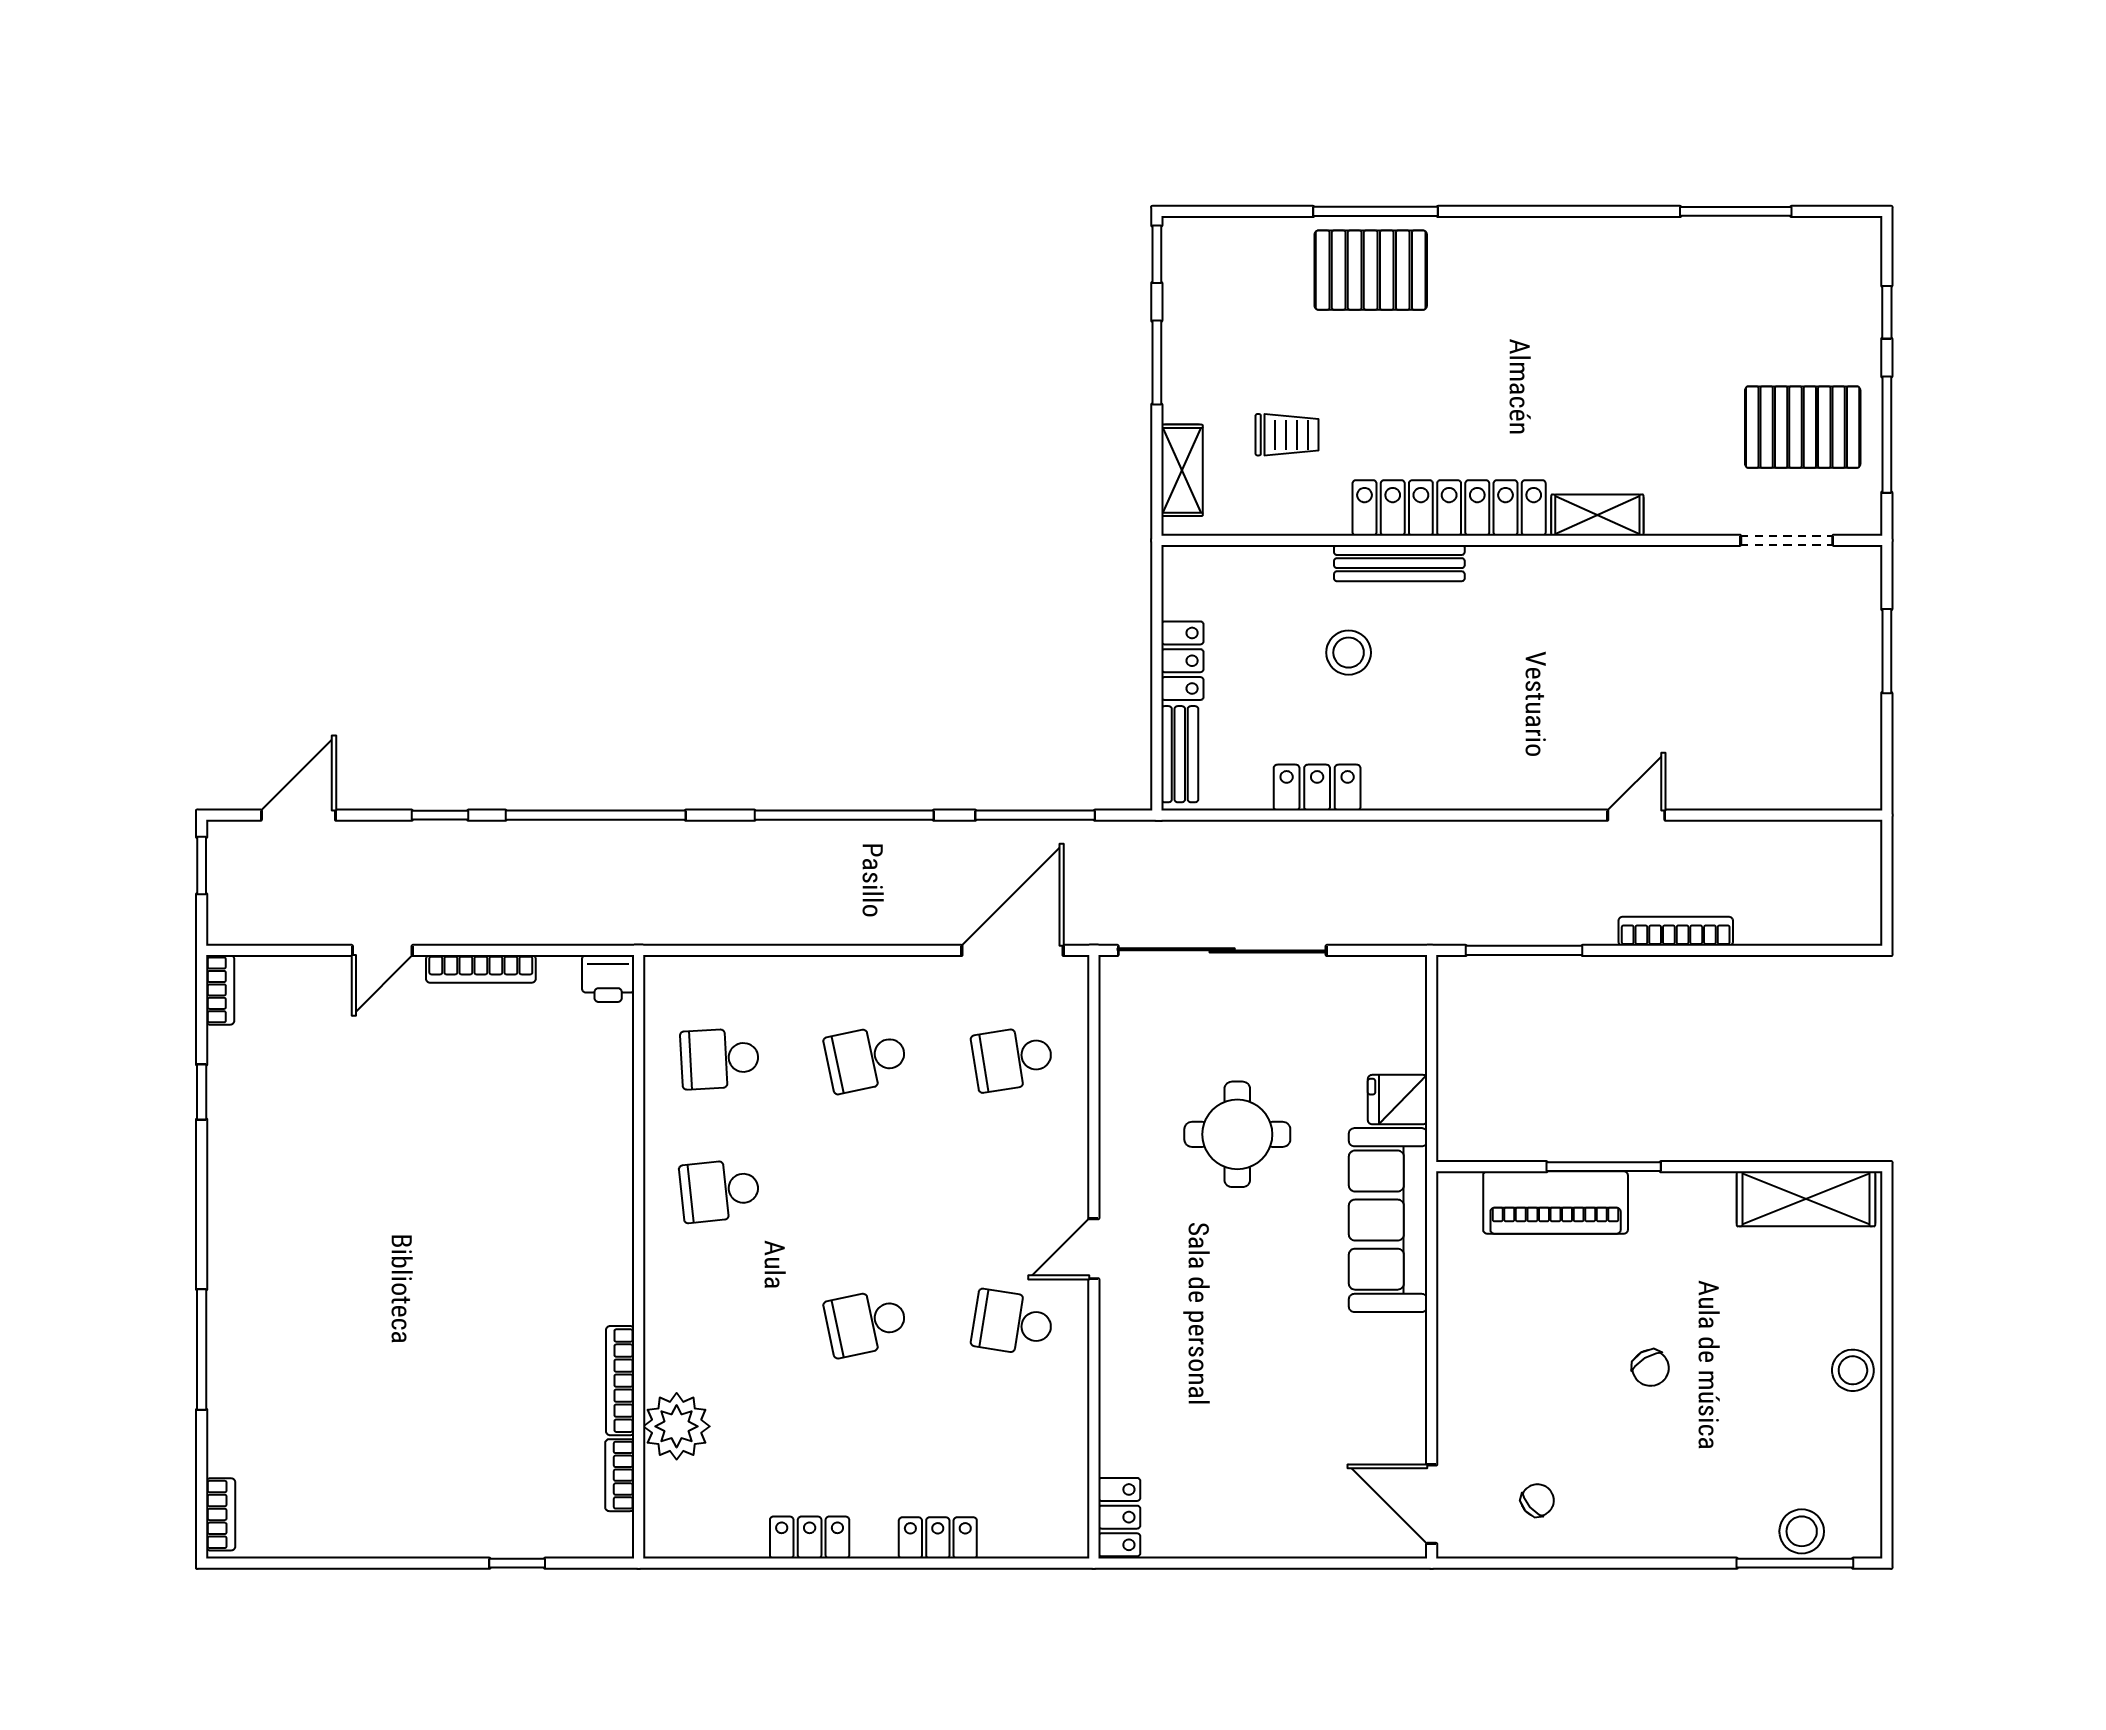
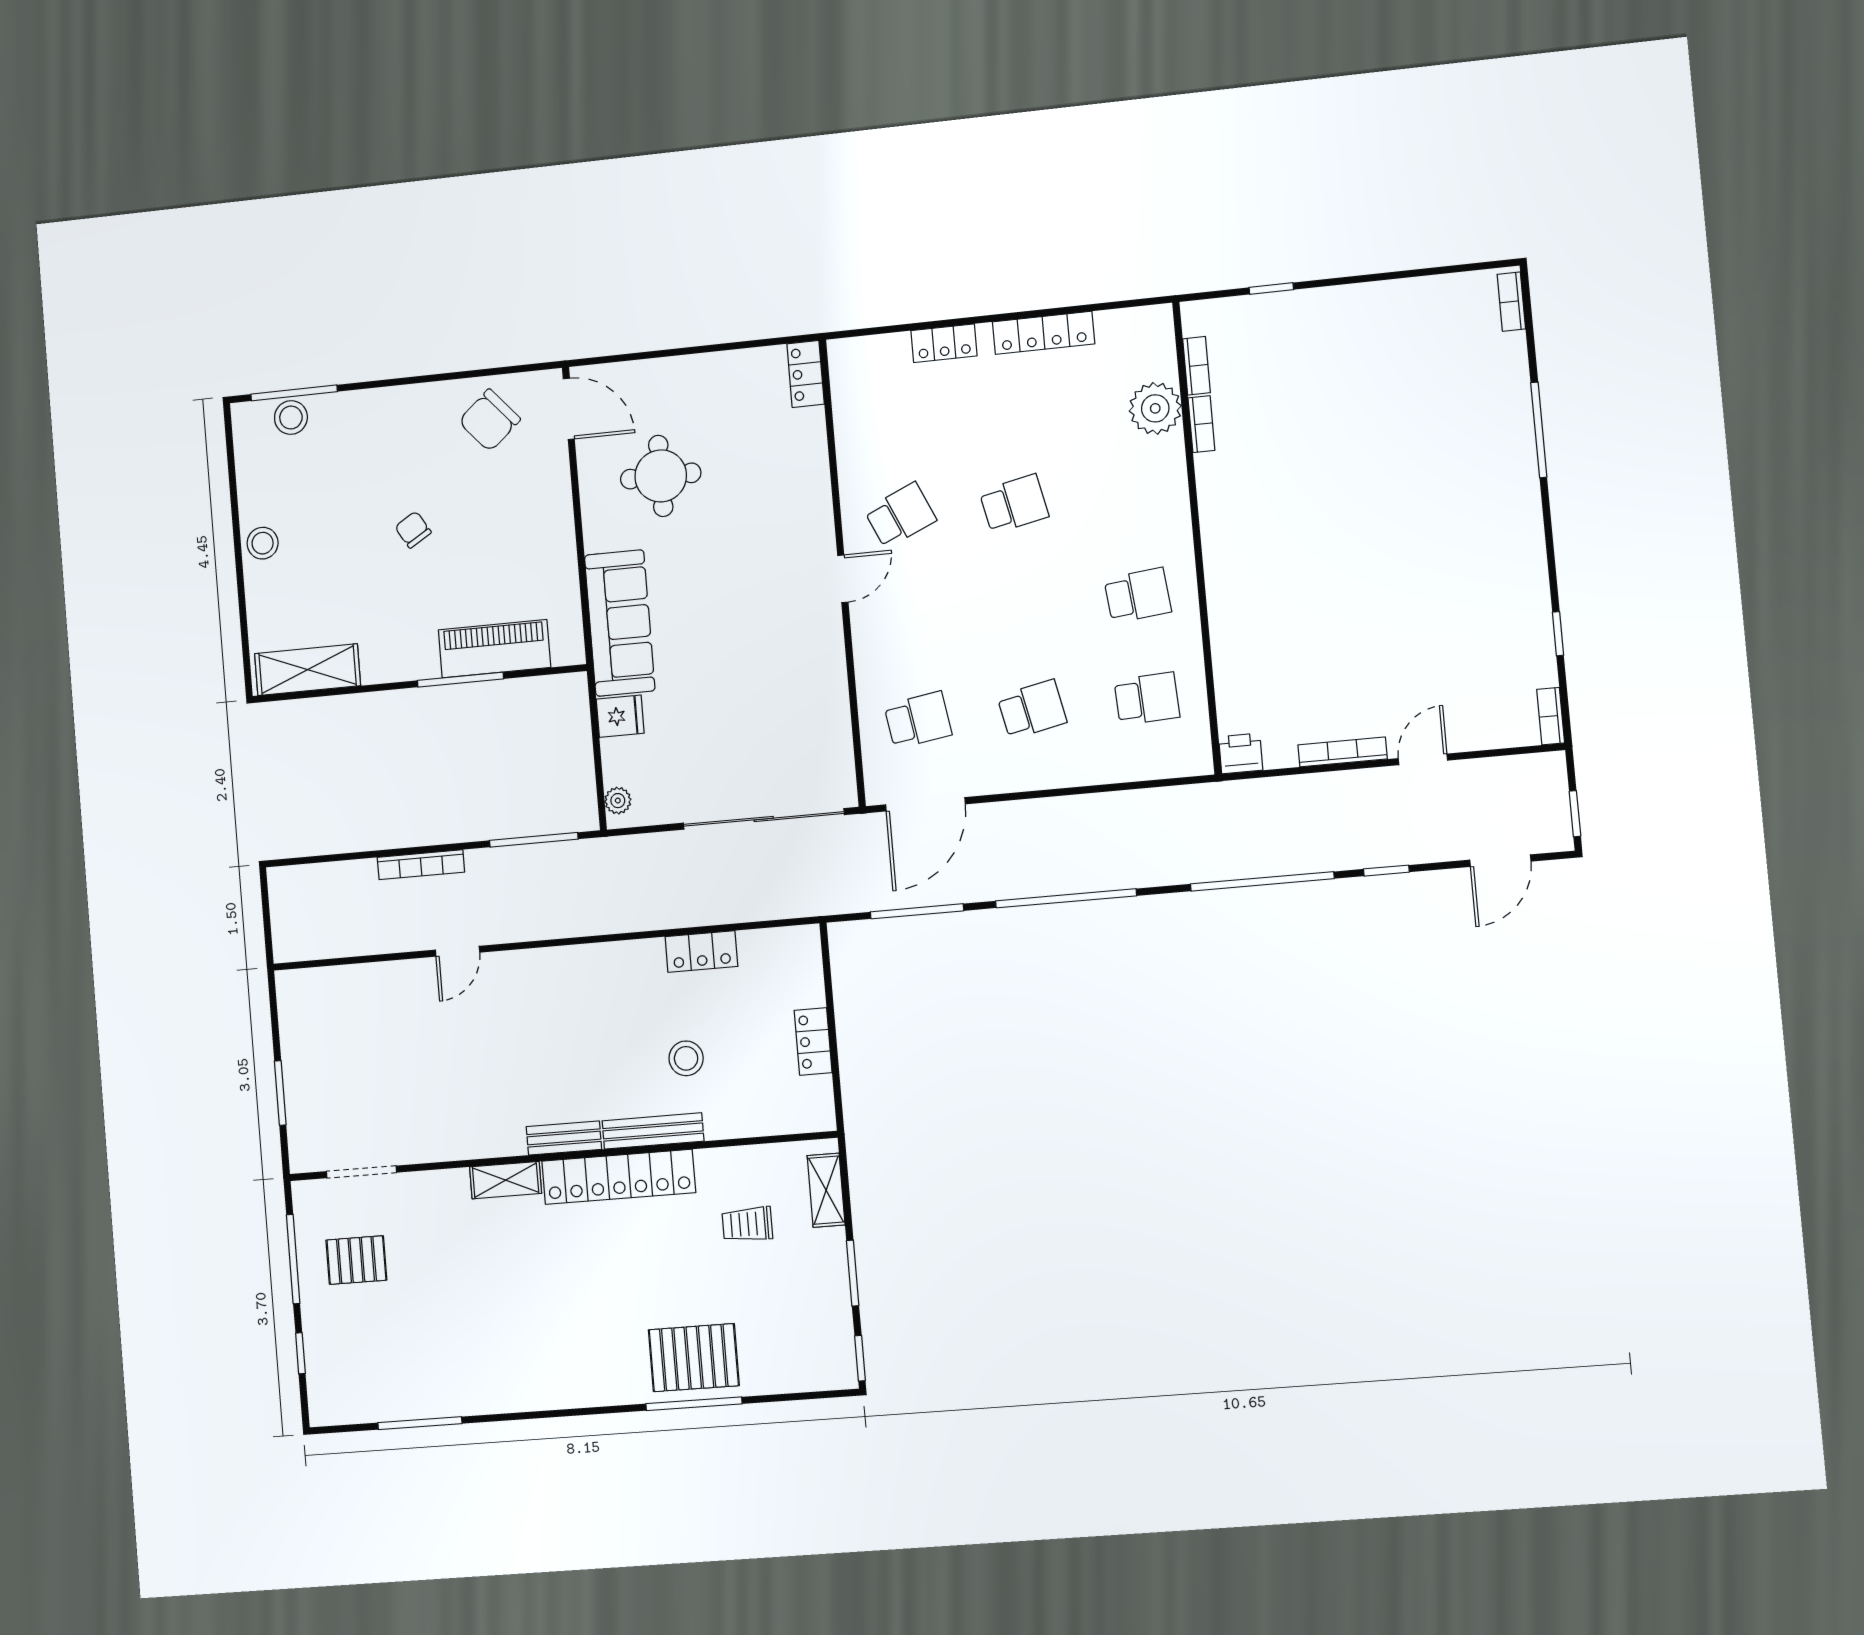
pallet: (1803, 427) -> (356, 1260), width x0.67, depth x0.71
bench: (1180, 754) -> (564, 1138), moved, turned 90
plant: (1410, 991) -> (618, 801), added
round table: (1237, 1134) -> (661, 476), moved
school desk: (1013, 1323) -> (900, 515), turned -33
bookcase: (620, 1381) -> (1201, 424), width x0.64
chair: (1538, 1500) -> (489, 420), width x1.87, depth x1.87
locker: (810, 1538) -> (1044, 333), width x1.53

